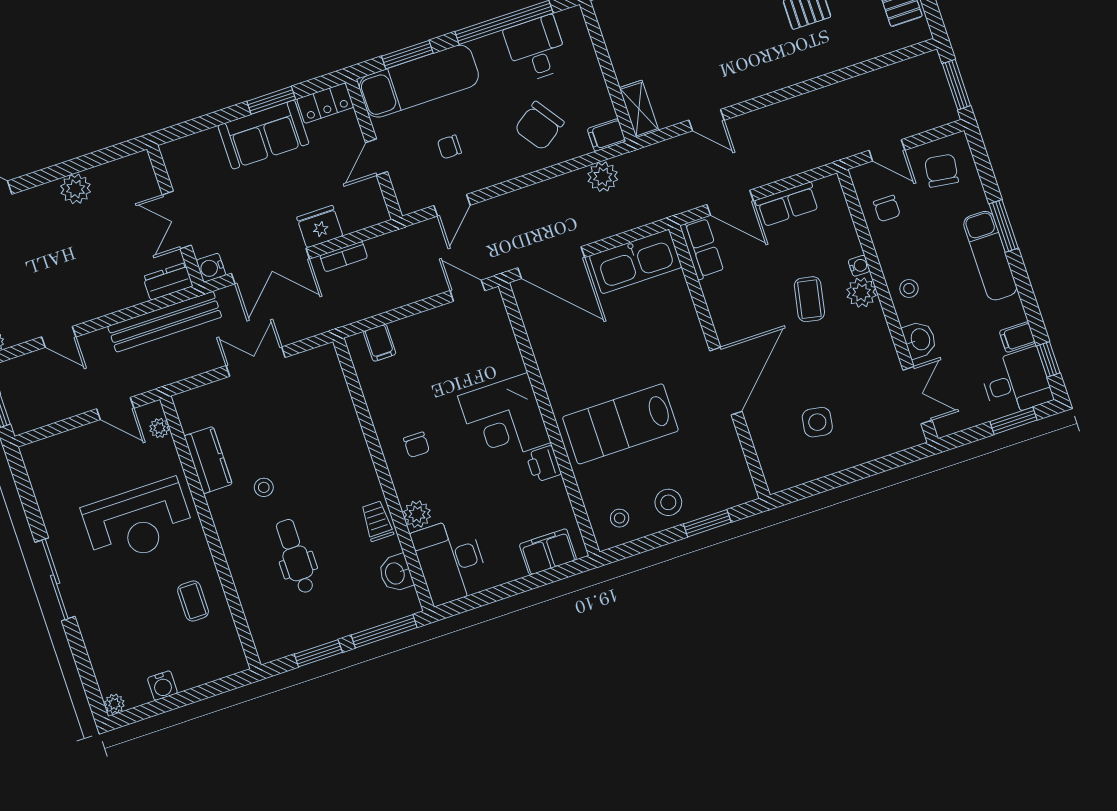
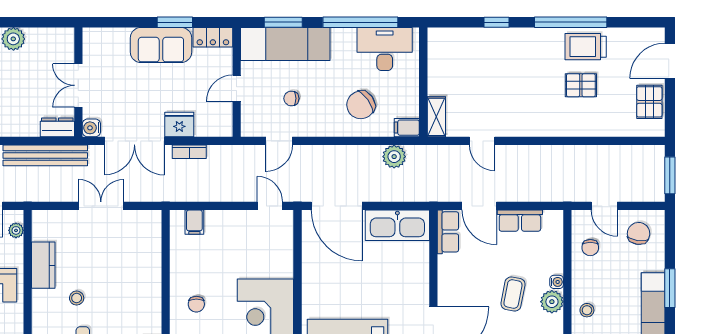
desk: (536, 49) -> (385, 49), width x1.37

